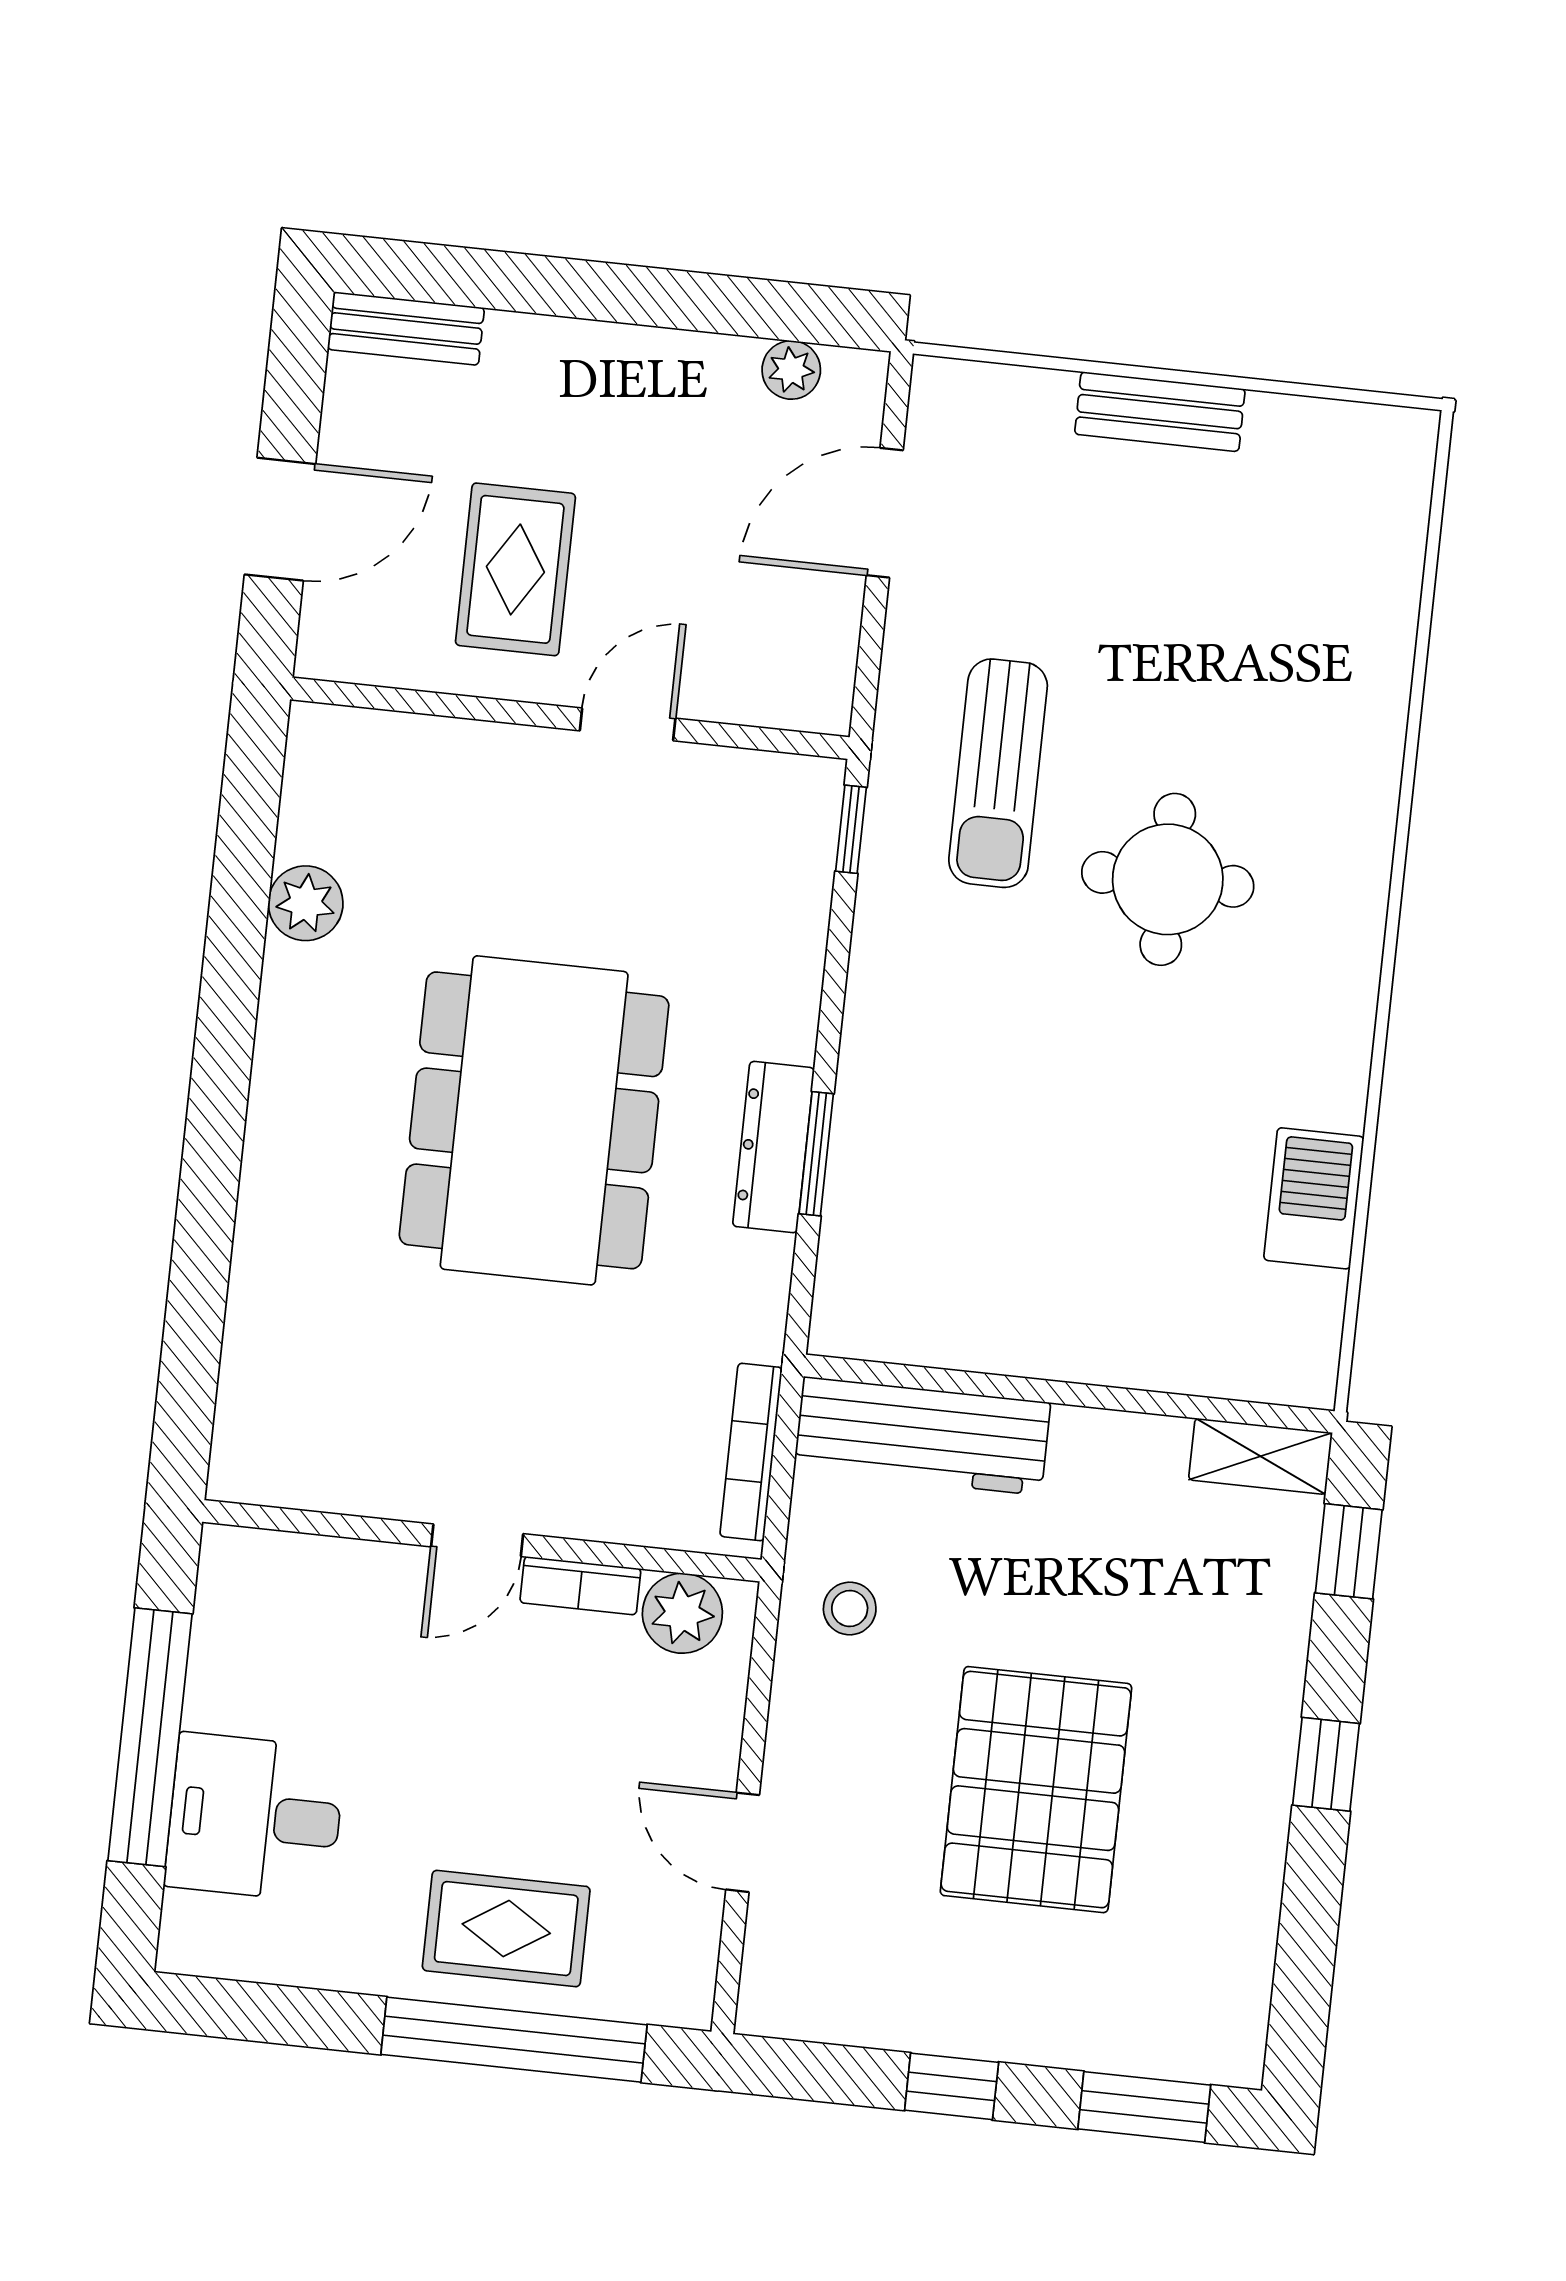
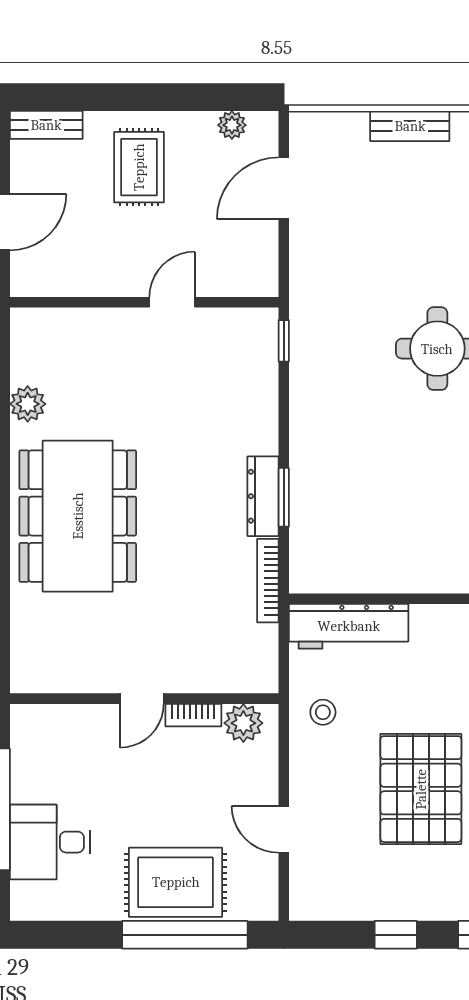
rug: (515, 569) -> (139, 167), moved
sun lounger: (998, 773) -> (351, 307), removed
dining table: (534, 1120) -> (78, 516), moved
bookcase: (751, 1452) -> (268, 581), moved
rug: (506, 1929) -> (176, 882), width x1.36, depth x1.43

